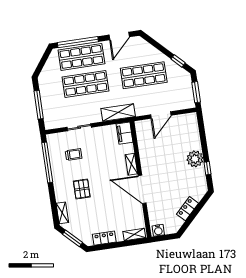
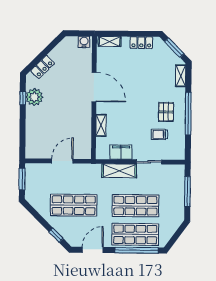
window: (178, 61) -> (56, 235), moved
shelving: (118, 113) -> (119, 171), moved
filing cabinet: (125, 133) -> (121, 152), moved, turned -90
plant: (195, 159) -> (34, 97), moved
window: (47, 162) -> (188, 114), moved
shelving: (131, 164) -> (101, 125), moved
pallet: (82, 189) -> (166, 112), moved
locker: (188, 209) -> (43, 67), moved

